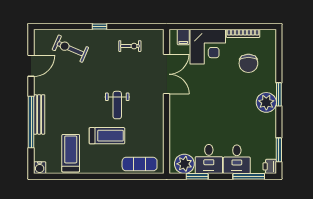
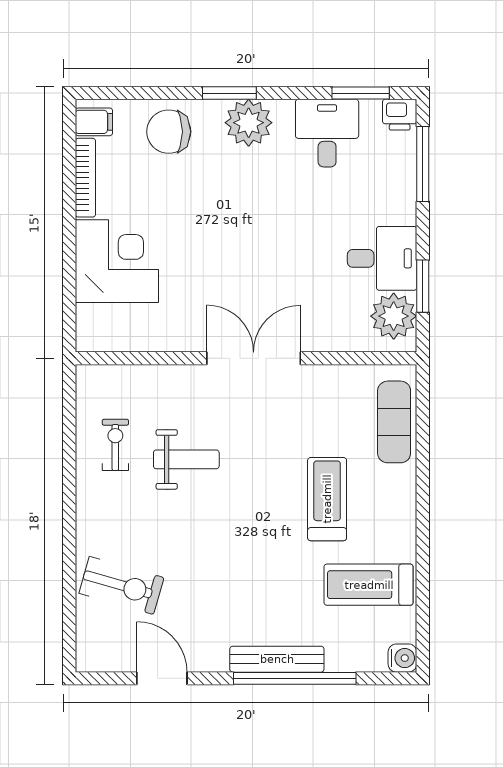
window: (99, 26) -> (69, 517), removed
filing cabinet: (183, 37) -> (94, 122), moved
exercise bike: (70, 49) -> (121, 585), turned -97
chair: (248, 63) -> (169, 132), moved, turned 180
double door: (167, 74) -> (254, 358), moved
weight bench: (117, 105) -> (186, 459), moved
desk: (237, 159) -> (327, 133), moved, turned -90

